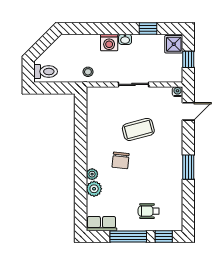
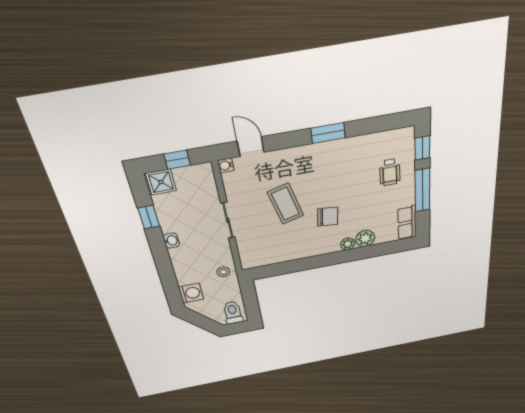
washing machine: (109, 43) -> (191, 293), moved

